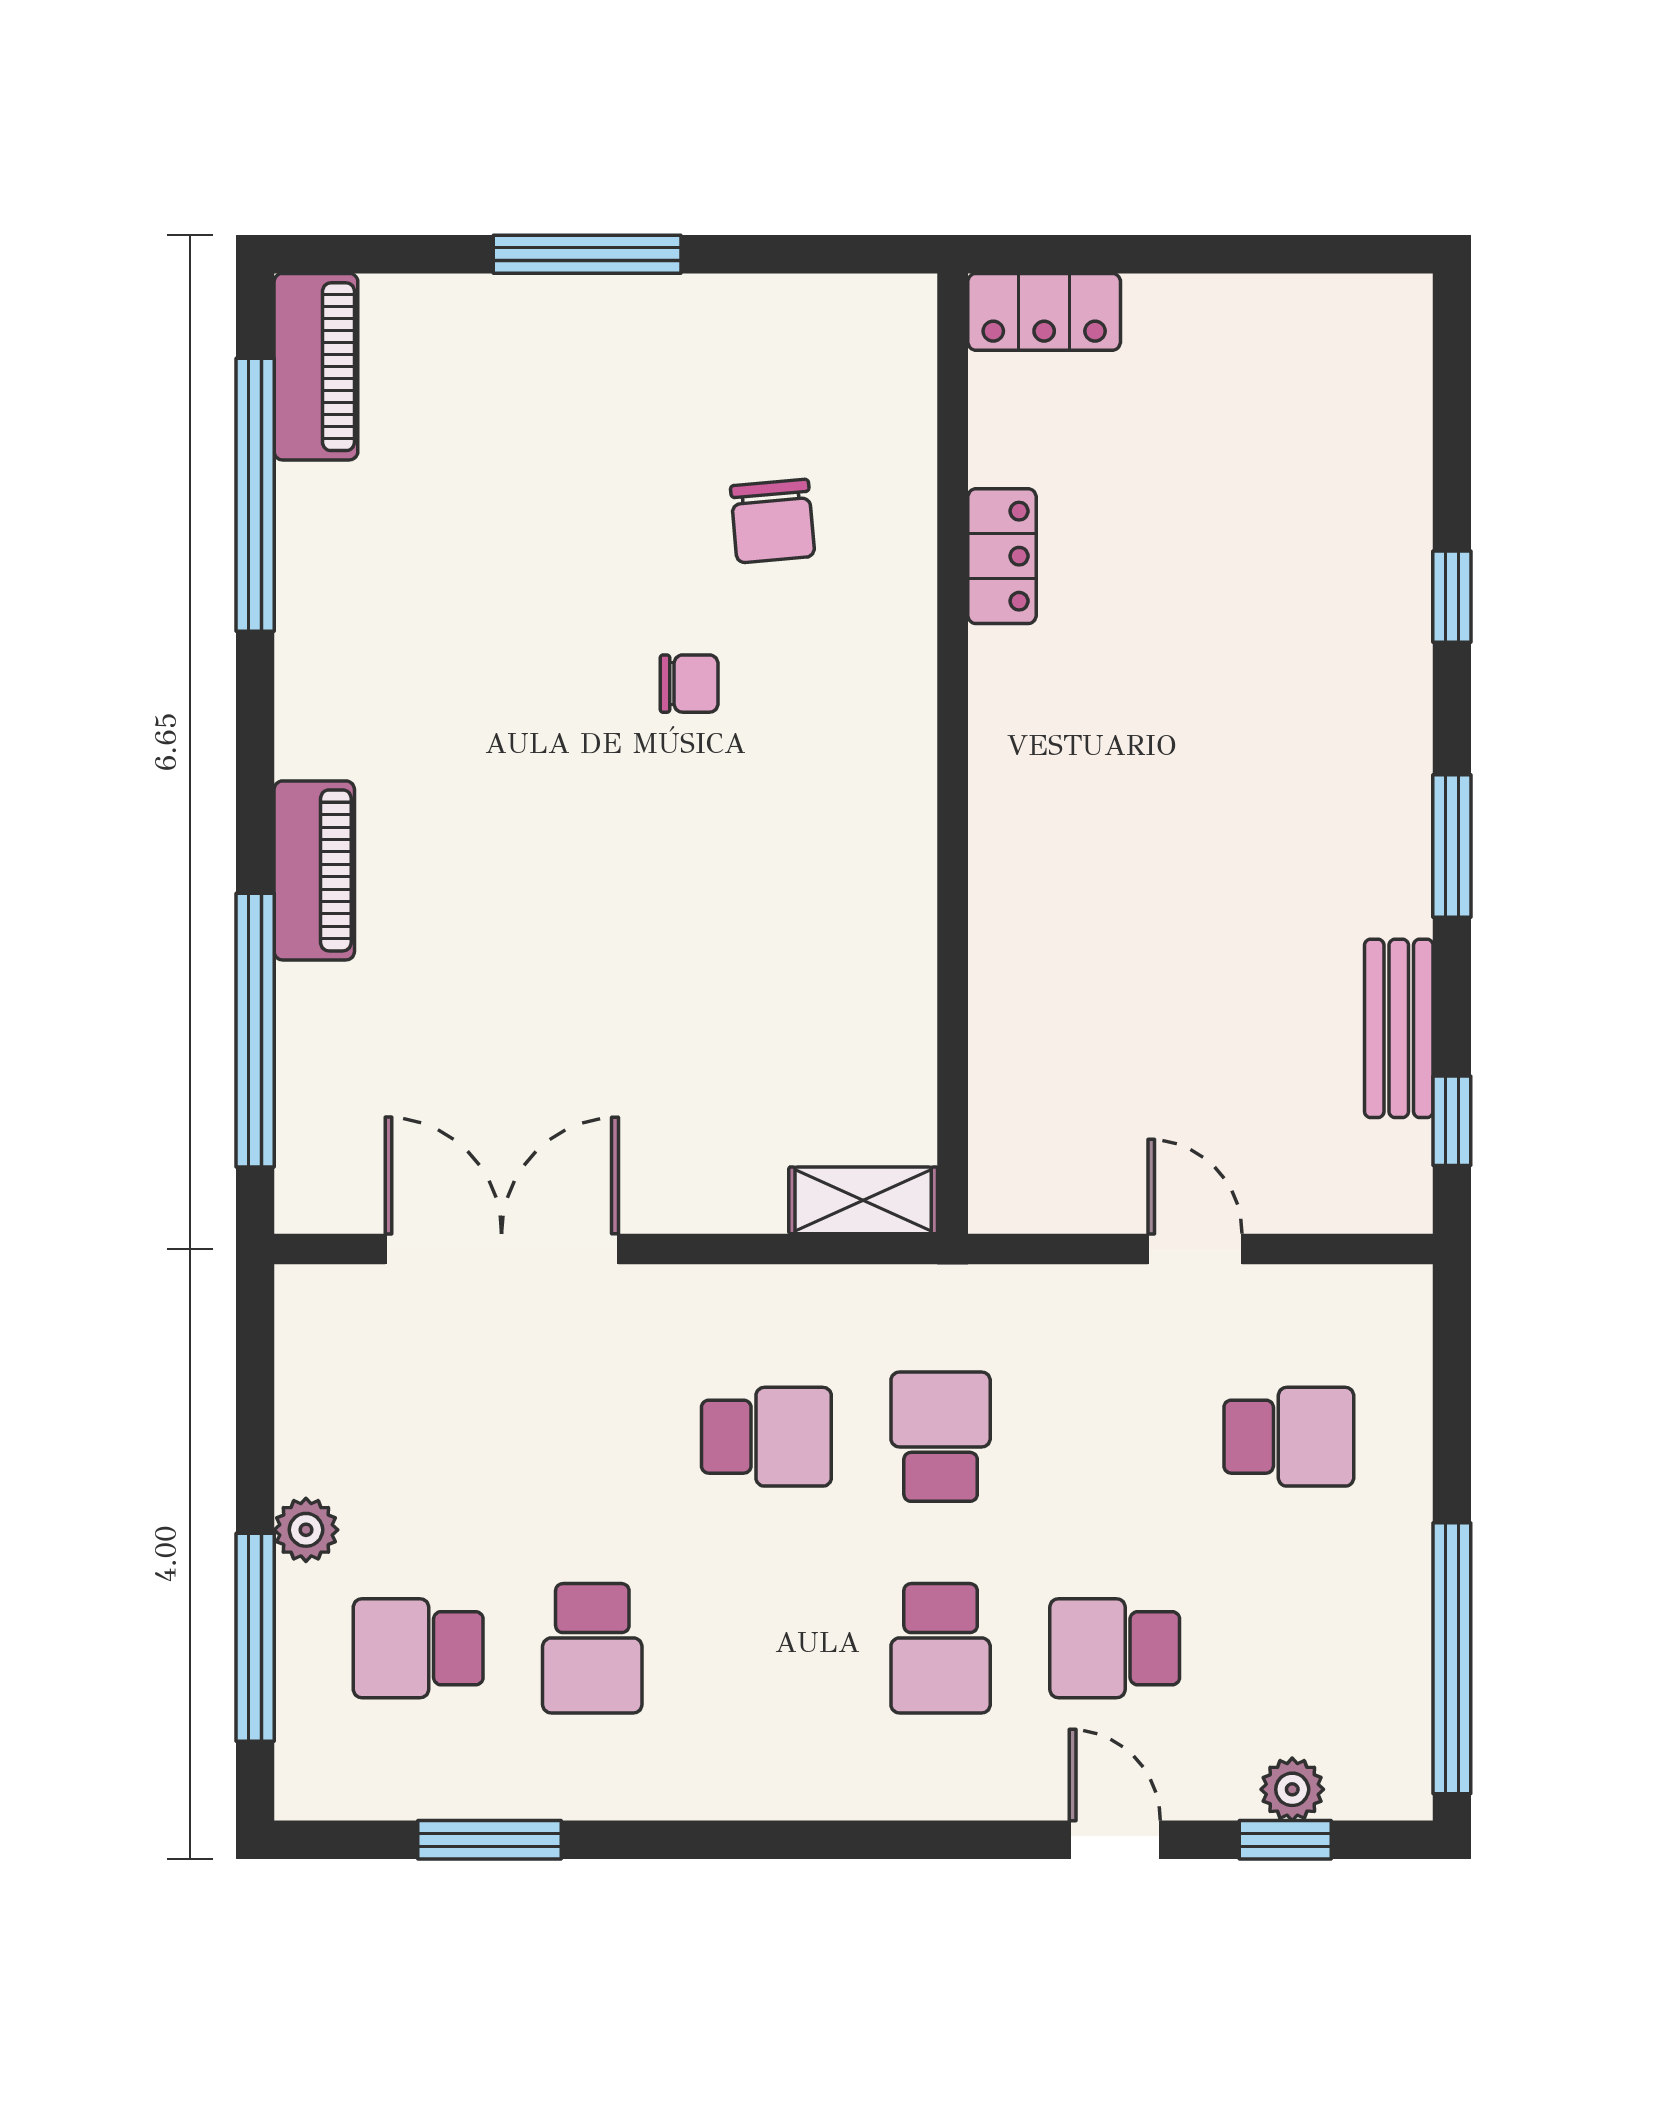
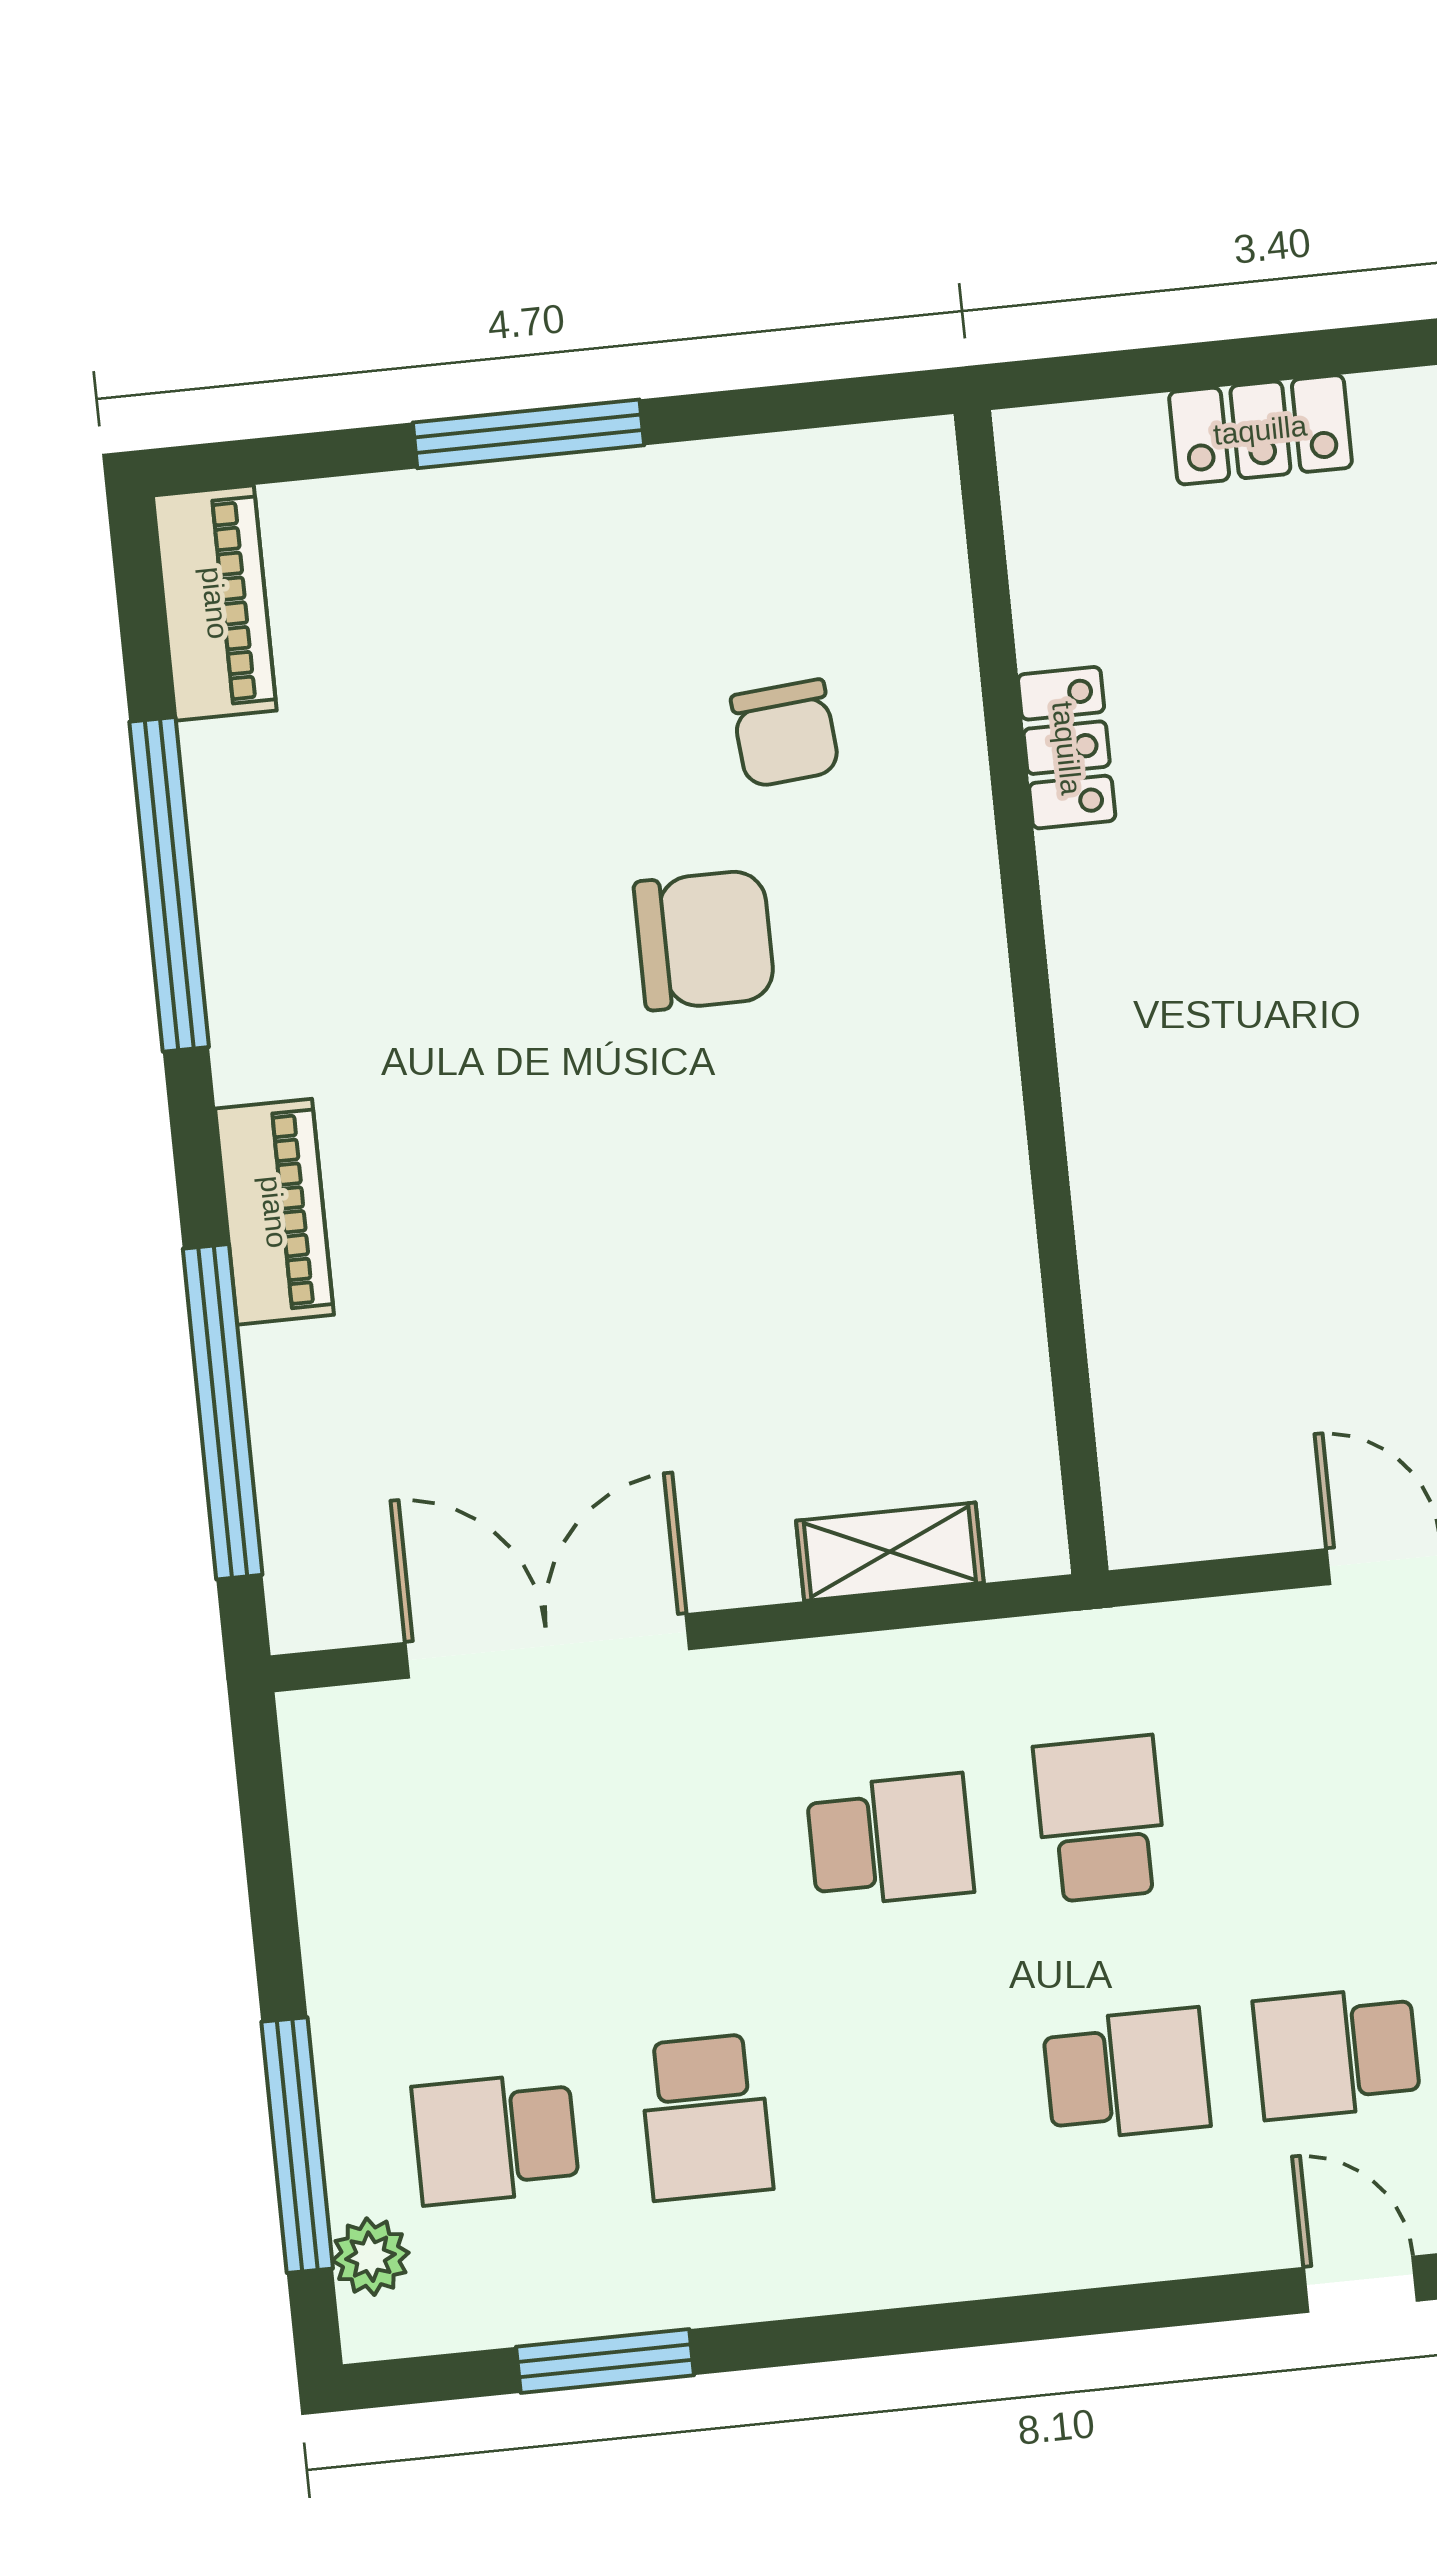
locker: (1044, 312) -> (1260, 430), moved
window: (255, 495) -> (169, 884), moved
chair: (689, 684) -> (704, 940), width x1.87, depth x1.87
shelving: (863, 1200) -> (890, 1552), moved
plant: (306, 1530) -> (371, 2257), moved
school desk: (941, 1648) -> (1126, 2074), turned -90

